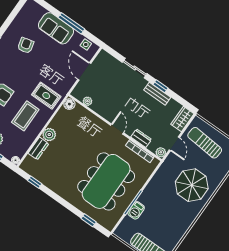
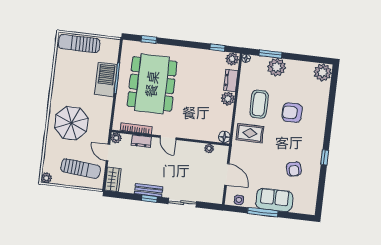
plant: (27, 166) -> (232, 59), added
barbecue: (136, 210) -> (106, 79), width x1.88, depth x1.53

